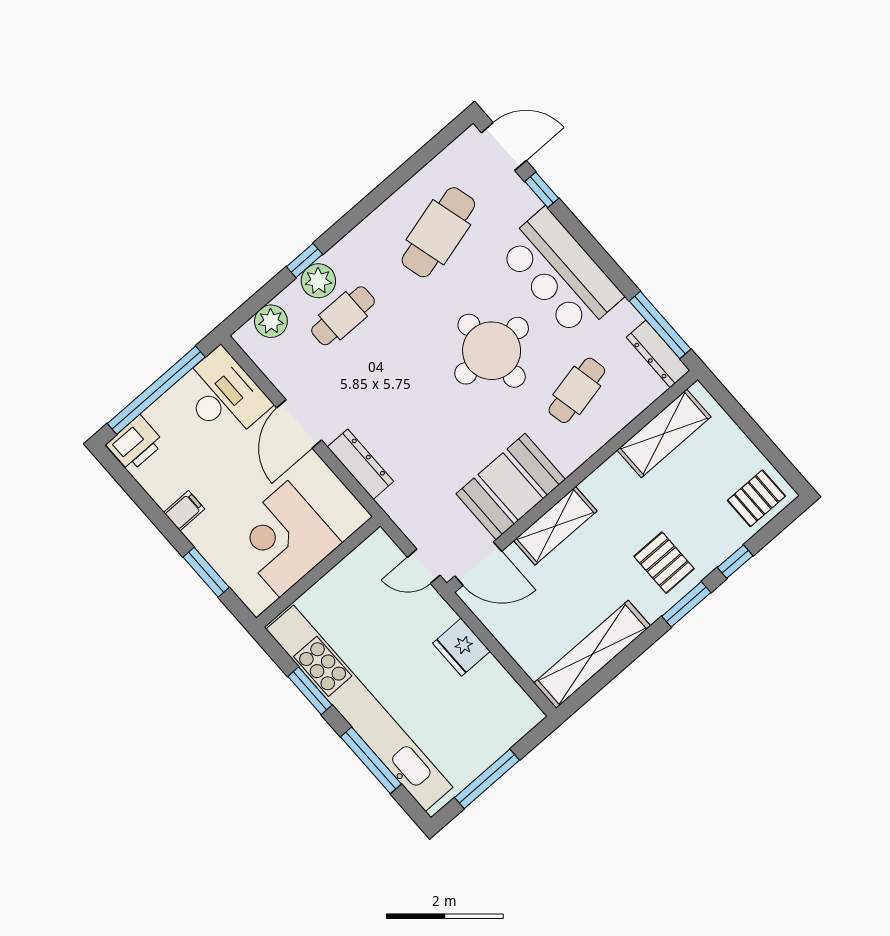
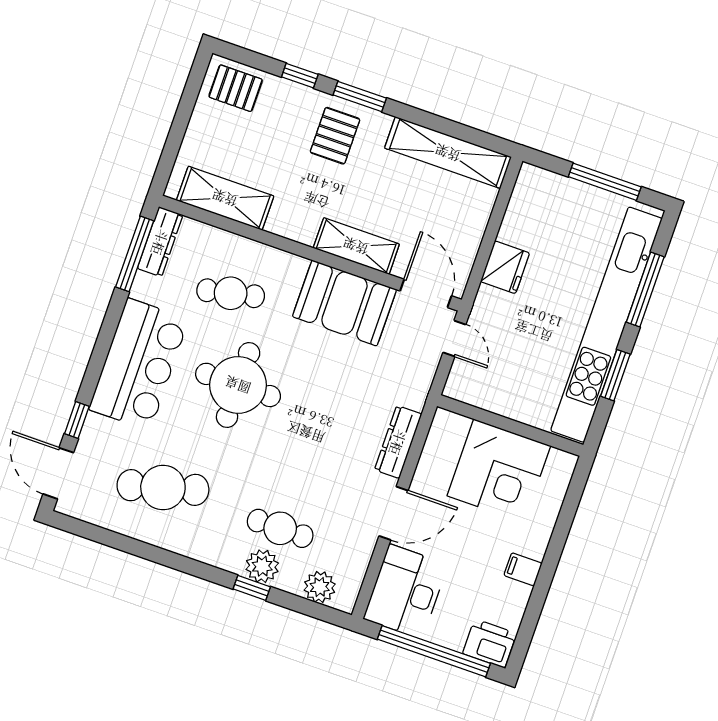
window: (206, 572) -> (565, 521), removed

